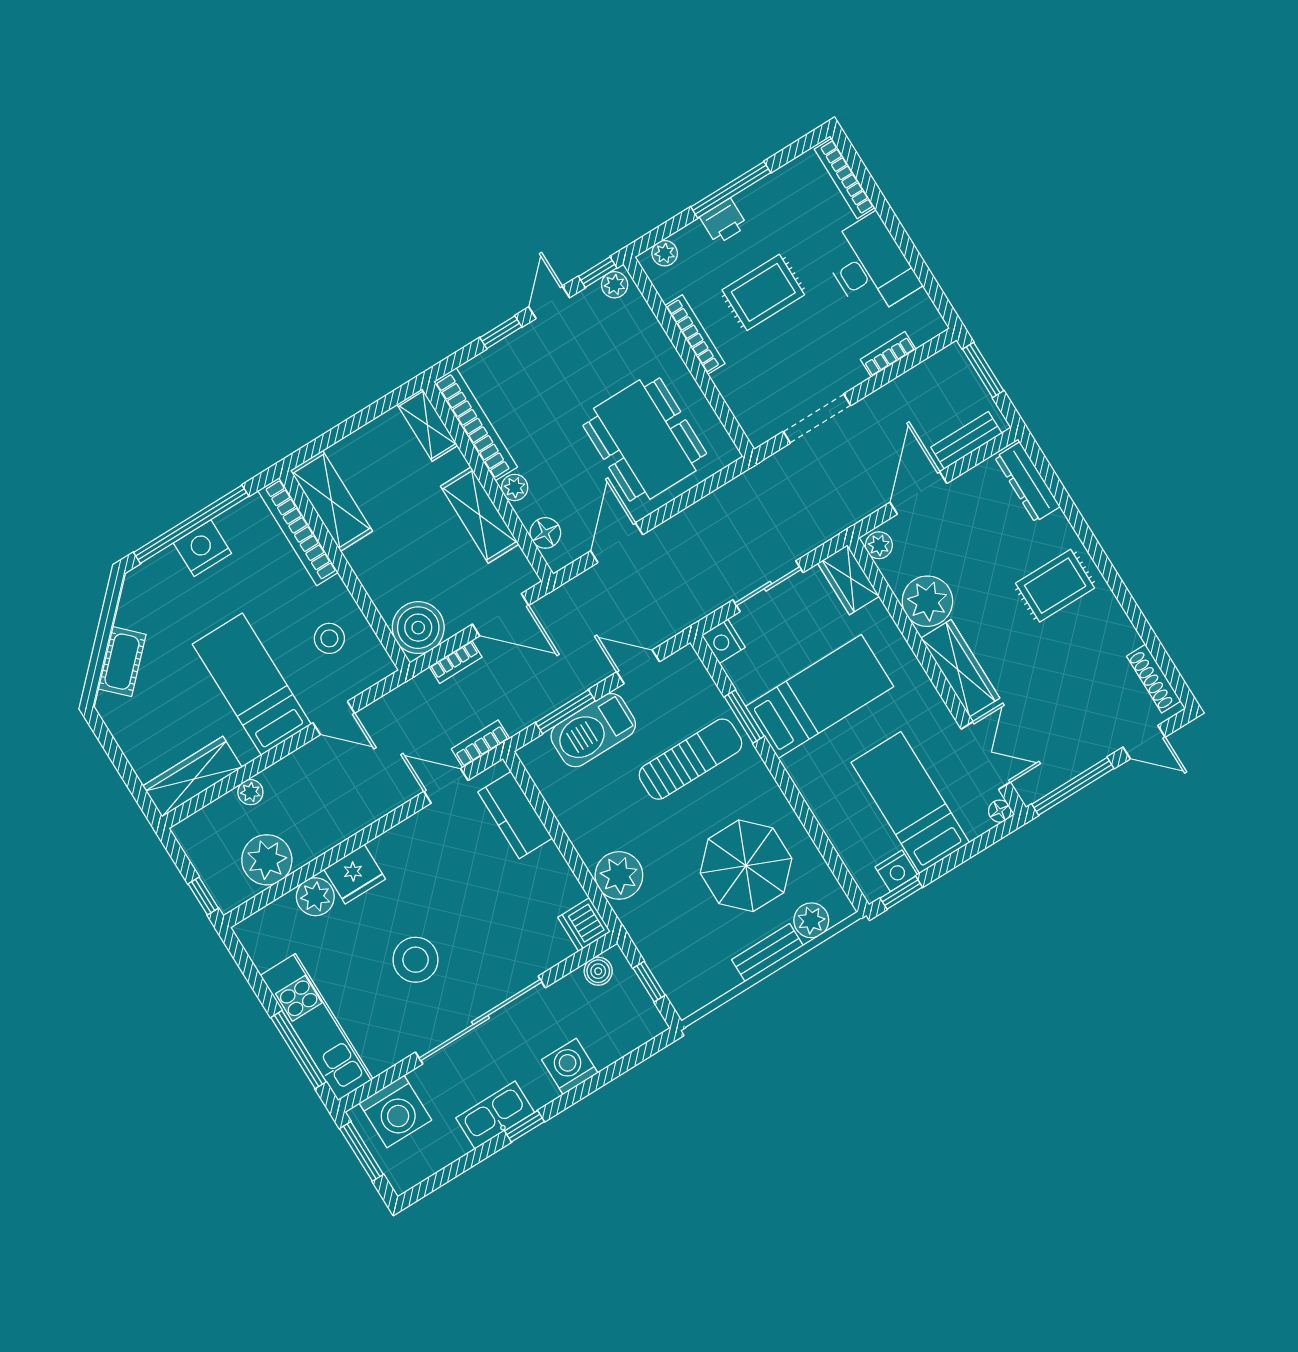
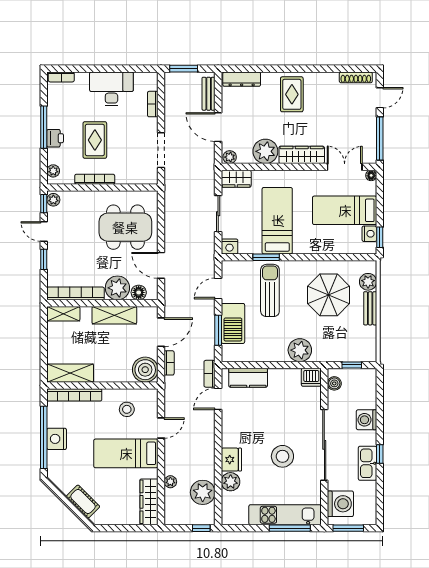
bookcase: (845, 178) -> (61, 77), width x0.64
plant: (515, 487) -> (117, 288), width x1.88, depth x1.88

